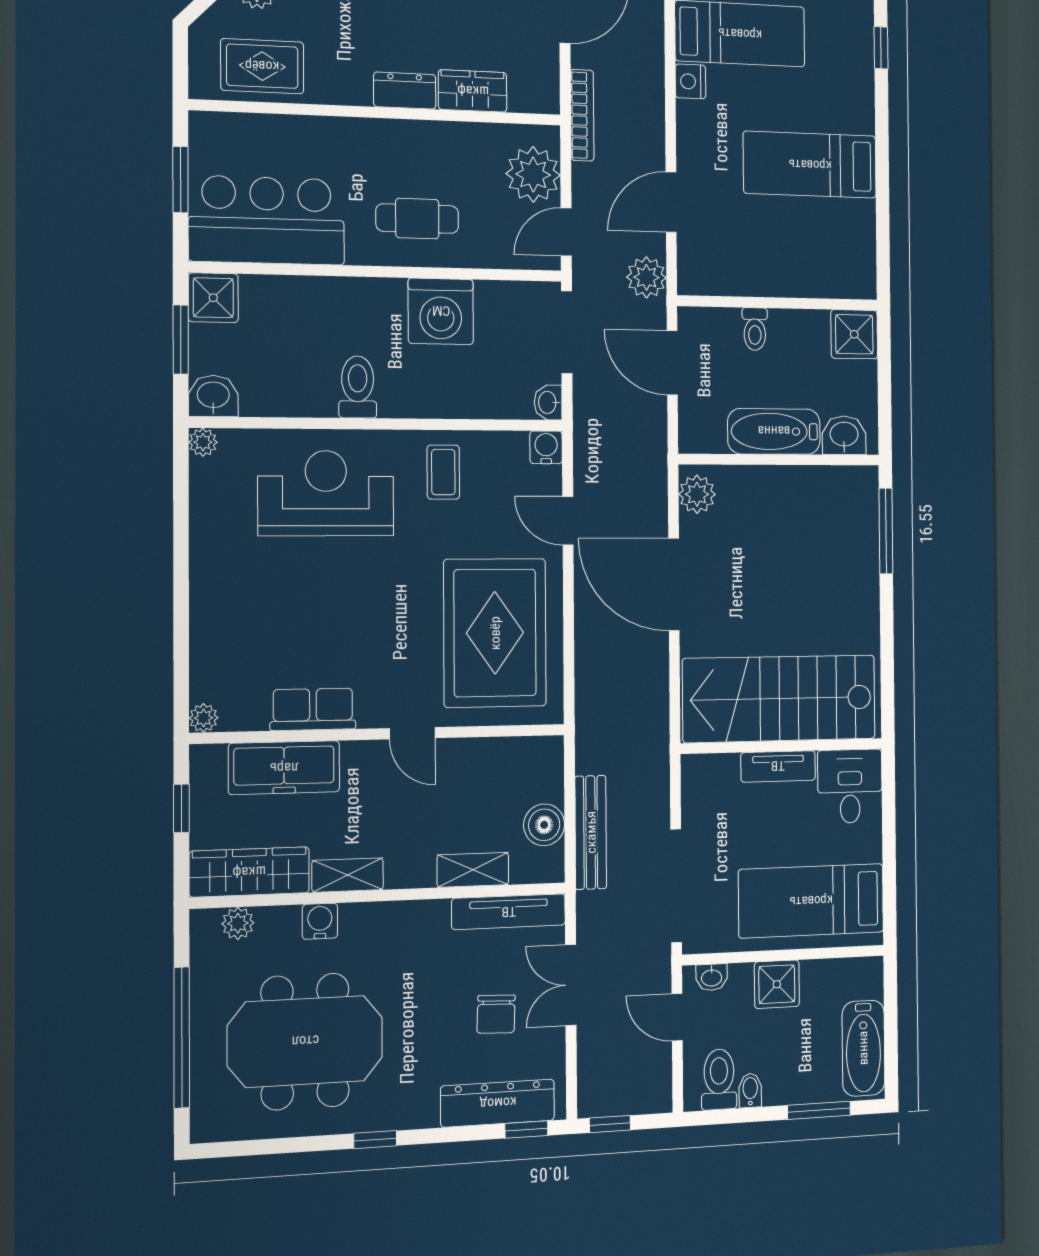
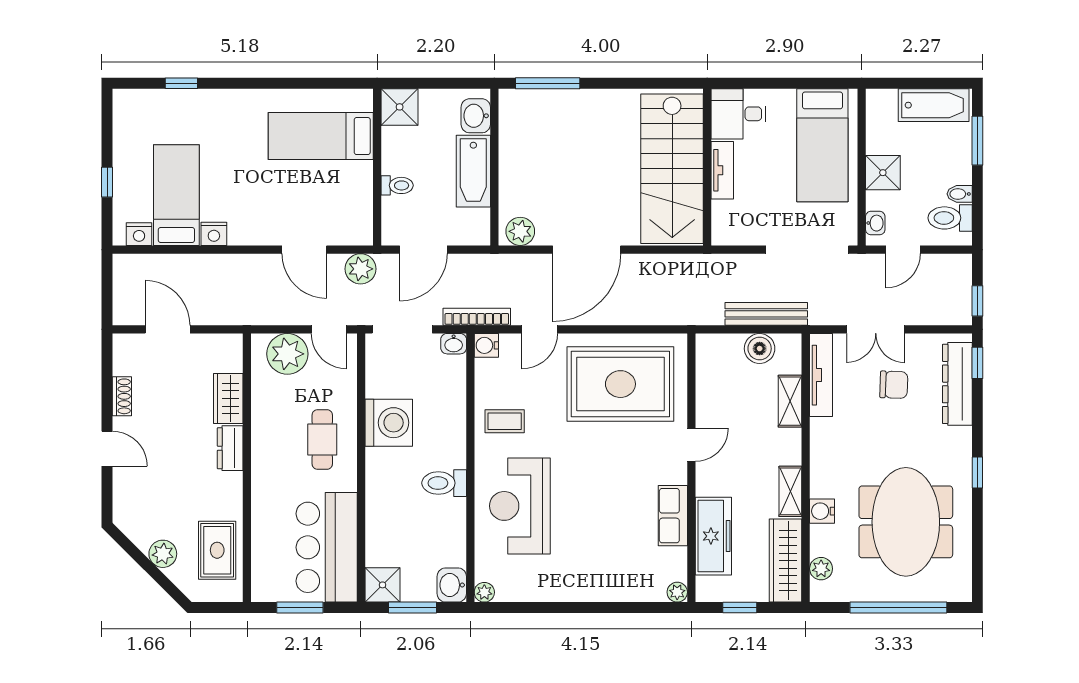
bookcase: (582, 115) -> (477, 317), moved
bed: (810, 165) -> (321, 136), moved, turned 90

